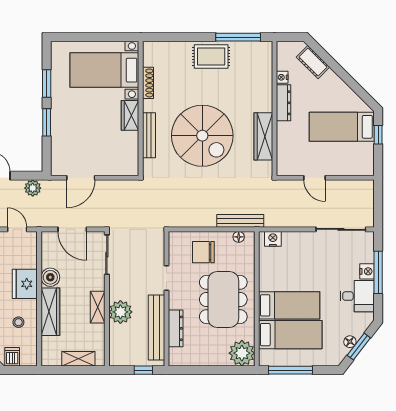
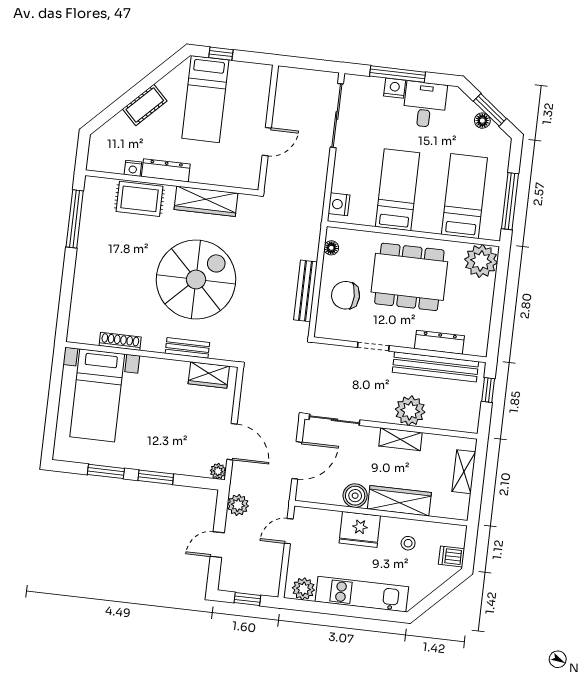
rug: (211, 57) -> (139, 199), moved, turned 90
cot: (313, 62) -> (145, 105), moved
wardrobe: (130, 115) -> (209, 375), moved
bench: (149, 135) -> (187, 348), width x0.73
plant: (57, 170) -> (218, 471), added
bench: (240, 221) -> (305, 291), moved
chair: (203, 252) -> (346, 295), turned 90
bed: (289, 305) -> (398, 190), moved

